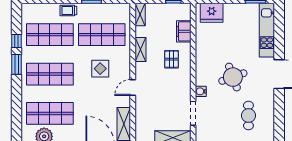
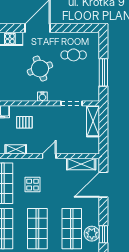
door: (133, 87) -> (49, 156), swing flipped
water cooler: (201, 91) -> (42, 97), moved

